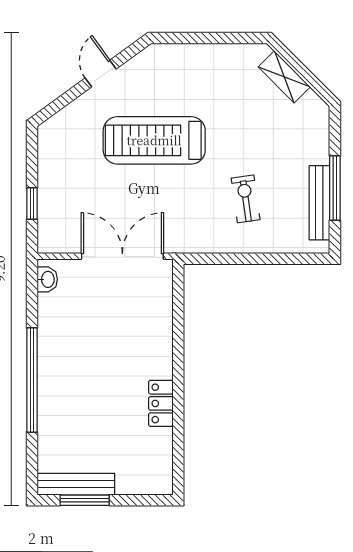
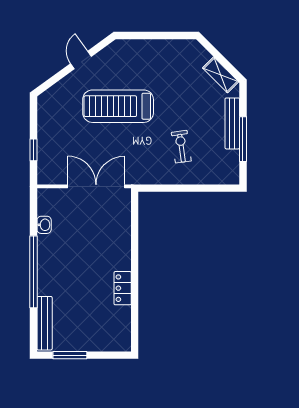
shelving: (284, 77) -> (221, 75), moved
bench: (319, 203) -> (232, 123), moved
washbasin: (47, 279) -> (44, 225), moved
bench: (76, 484) -> (45, 323), moved, turned 90

